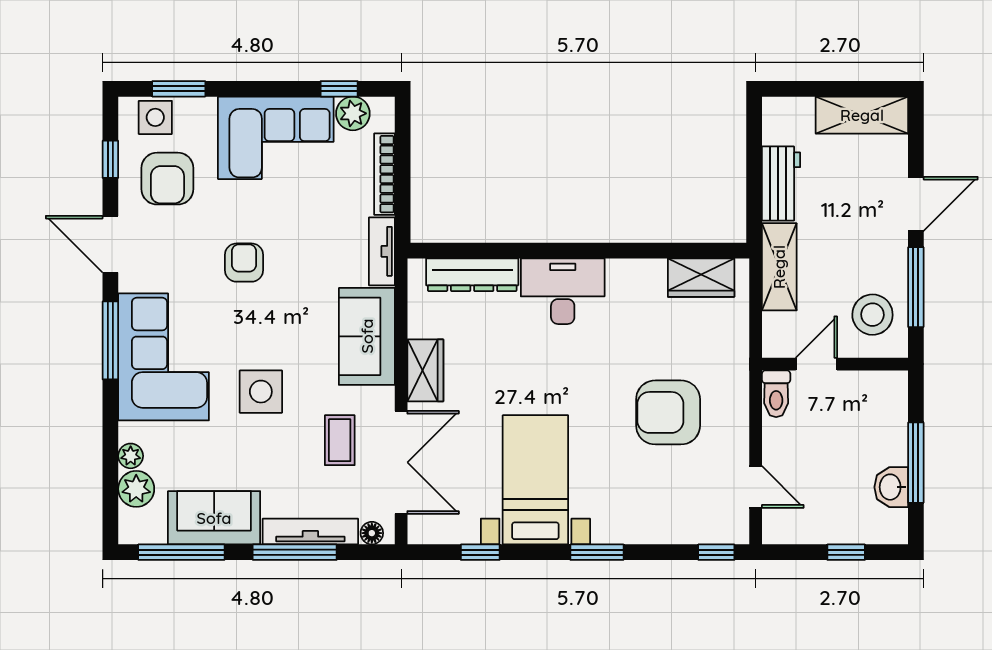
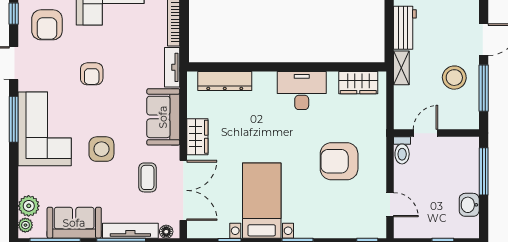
armchair: (244, 263) -> (92, 74), turned 180
shelving: (779, 267) -> (401, 68), width x0.67, depth x0.75
desk: (563, 291) -> (302, 91), moved
stool: (872, 315) -> (454, 78), moved
plant: (131, 456) -> (25, 225), moved
window: (916, 463) -> (484, 171), moved

